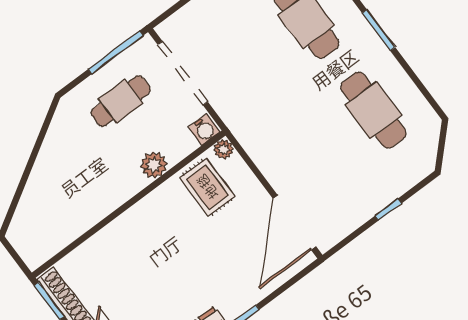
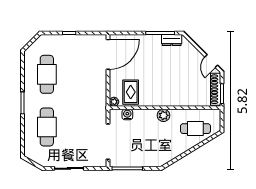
cafe table: (121, 101) -> (195, 129), moved
water cooler: (204, 130) -> (127, 115), moved
plant: (154, 165) -> (164, 115), moved

